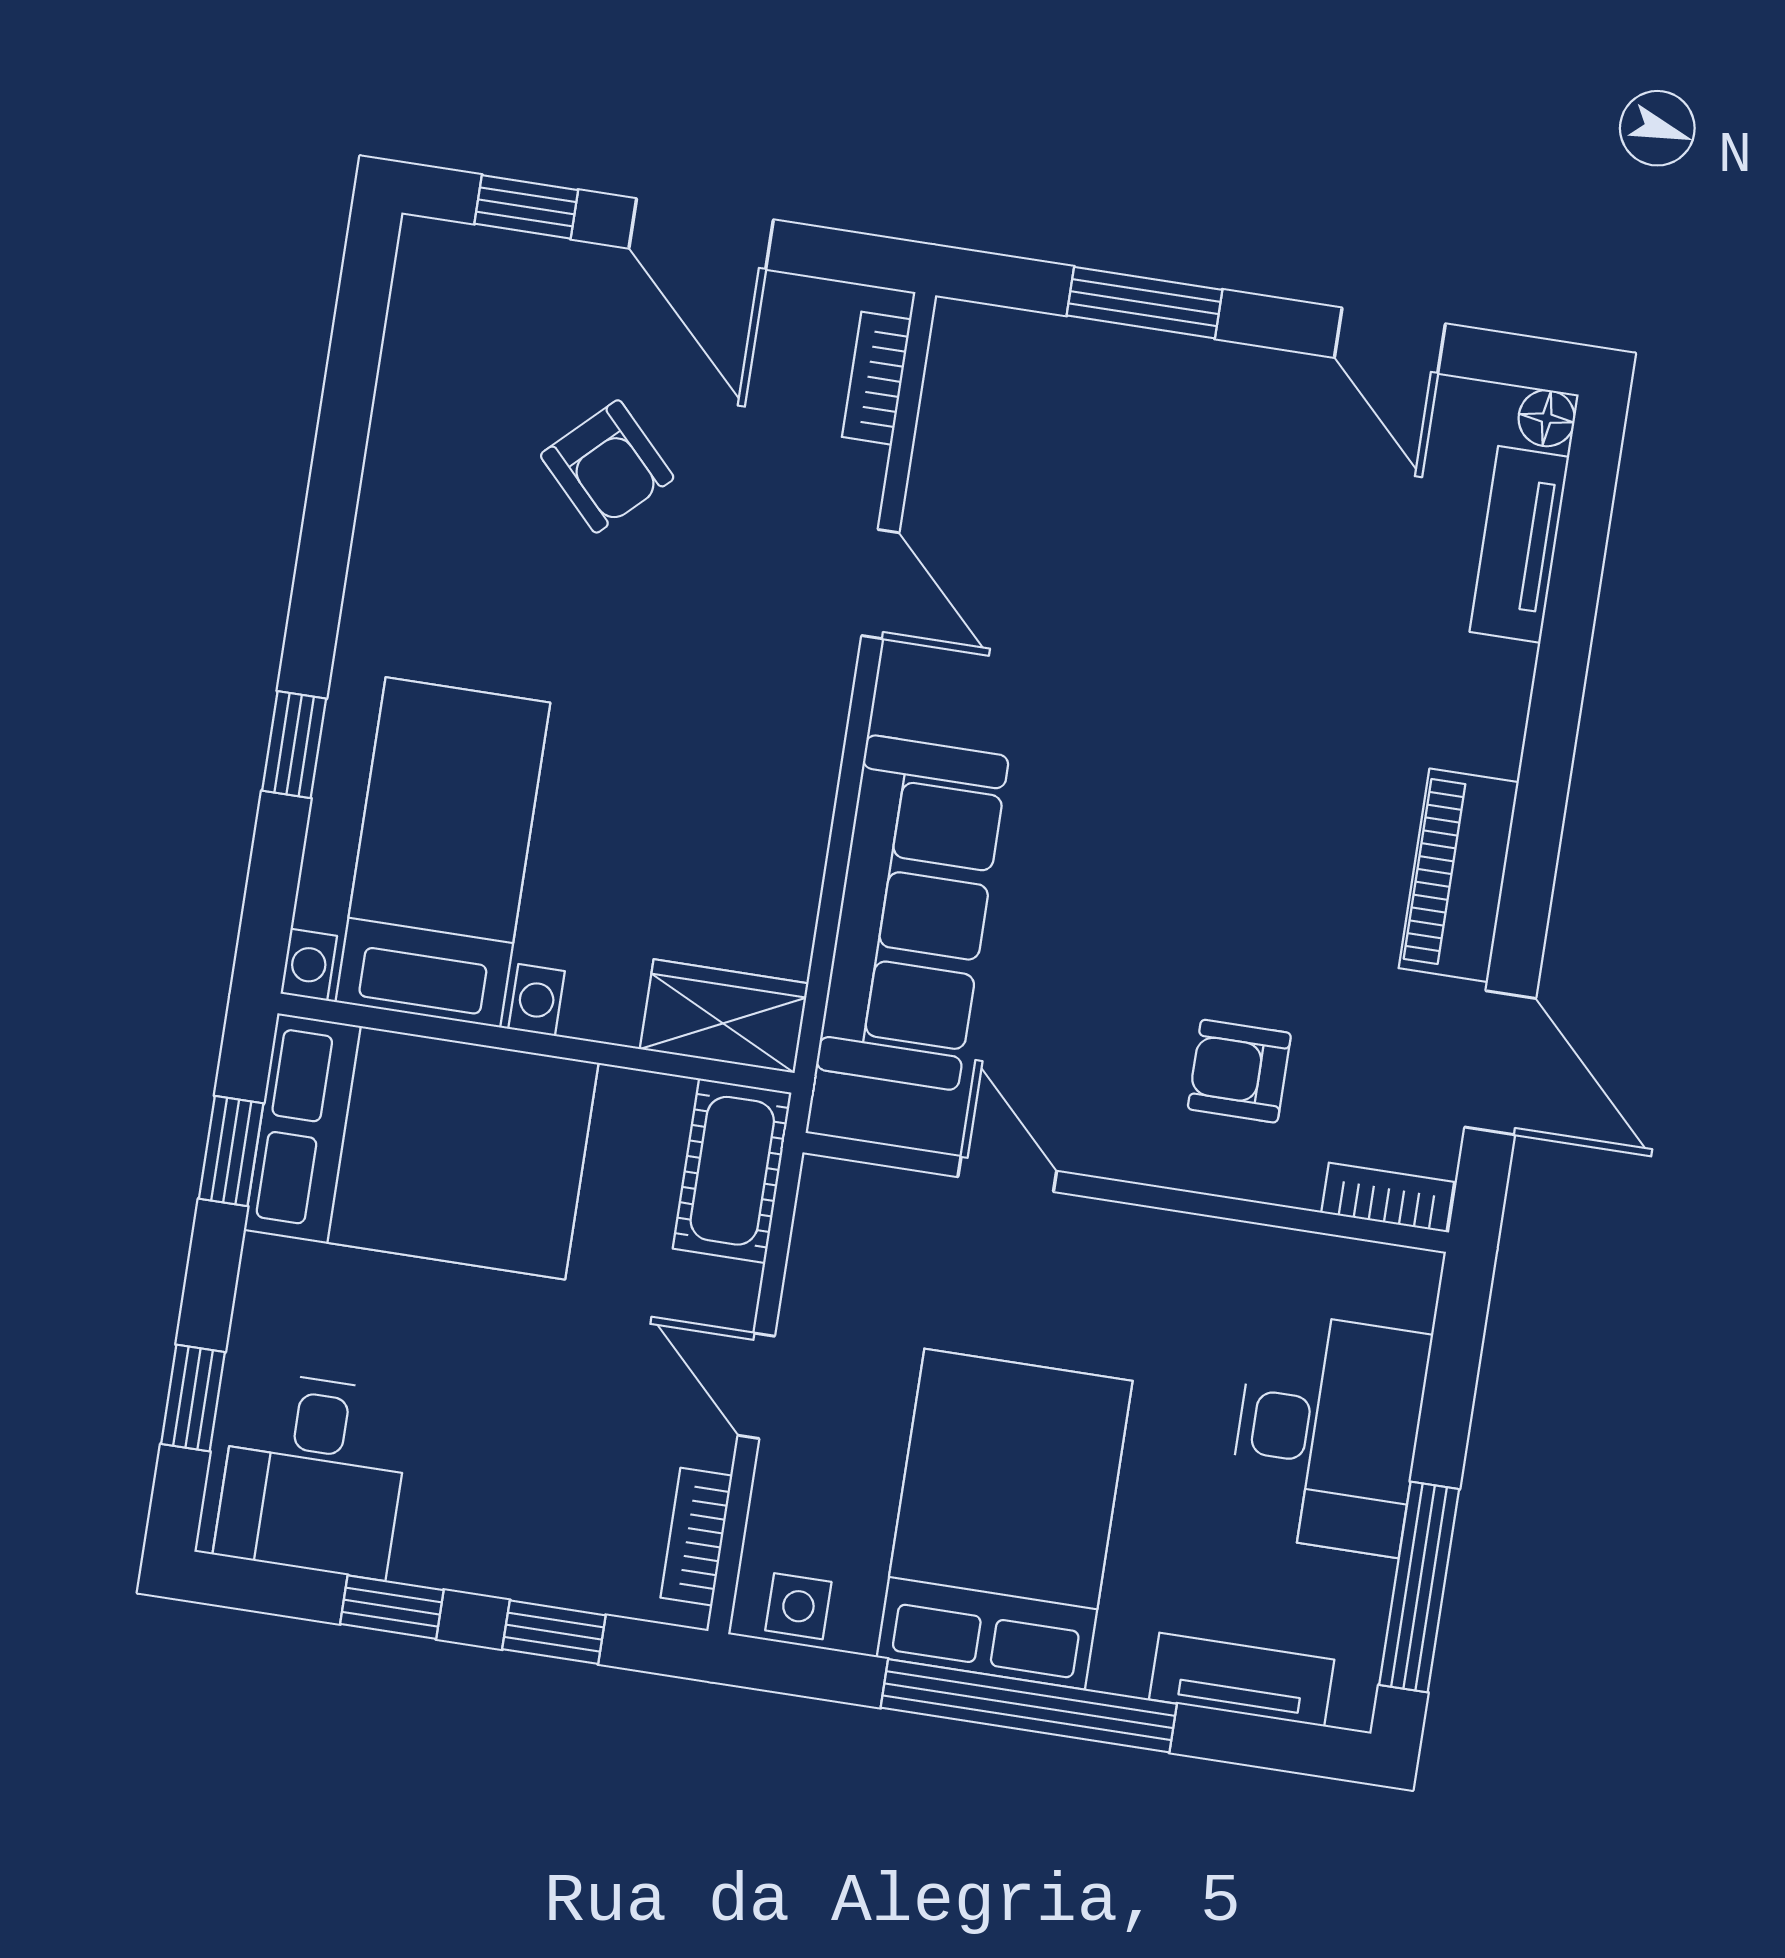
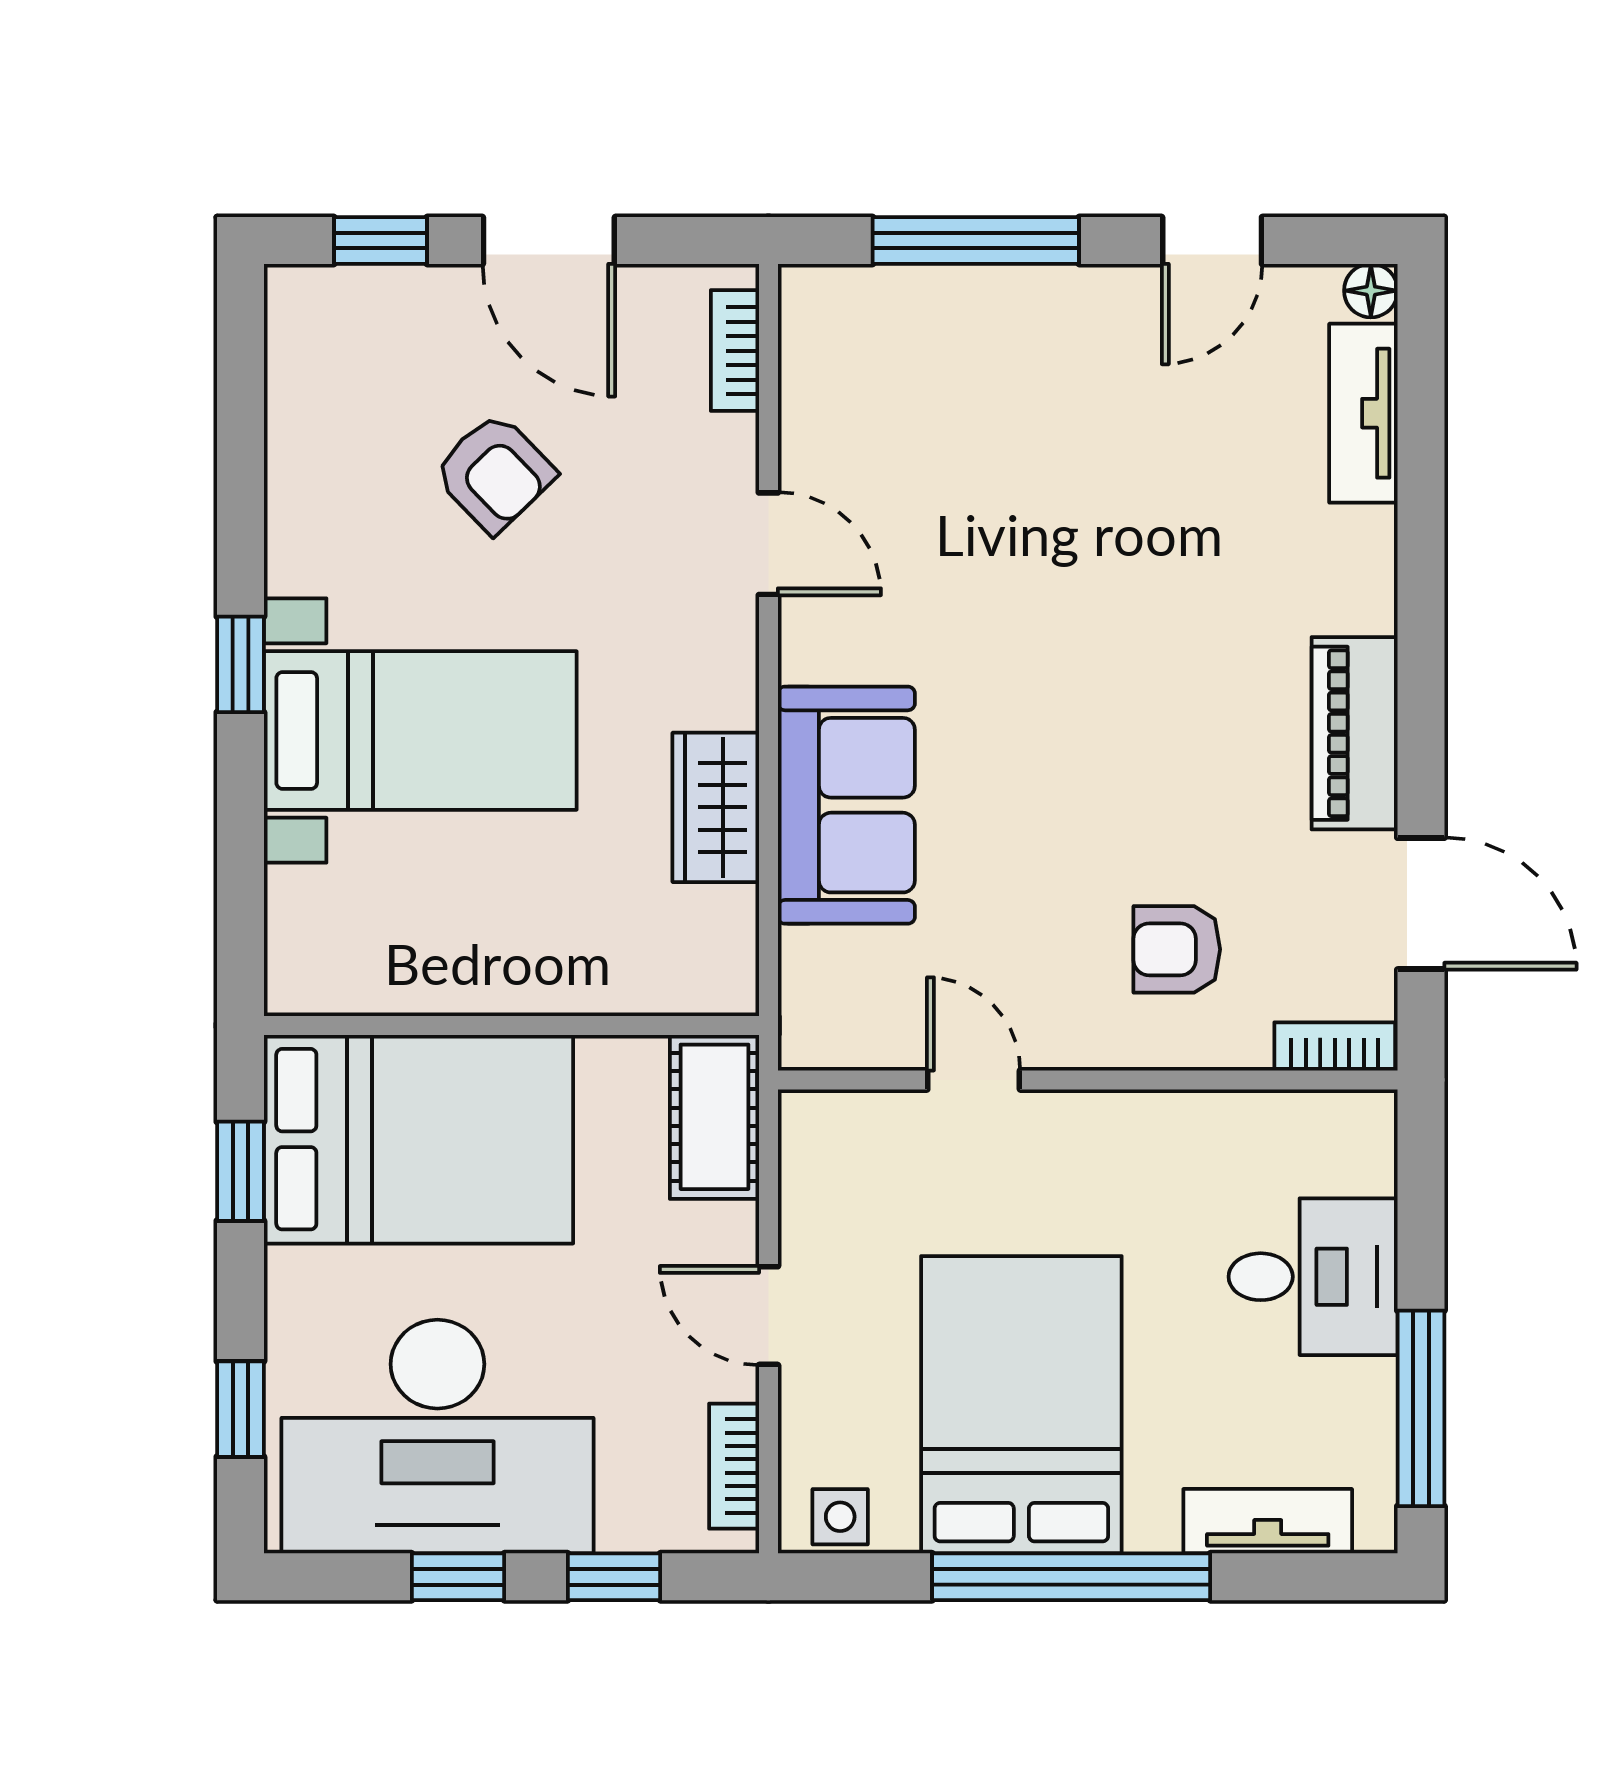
window: (1145, 303) -> (976, 241), width x1.44
door: (1390, 341) -> (1212, 241), hinge flipped
window: (294, 745) -> (240, 664), moved
bed with nightstands: (443, 852) -> (420, 730), moved, turned 90
sofa: (912, 913) -> (846, 805), width x0.73
wardrobe: (724, 1016) -> (716, 807), moved, turned -90
desk: (1328, 1433) -> (1313, 1277), width x0.73
desk: (313, 1474) -> (437, 1437), width x1.87, depth x1.30

